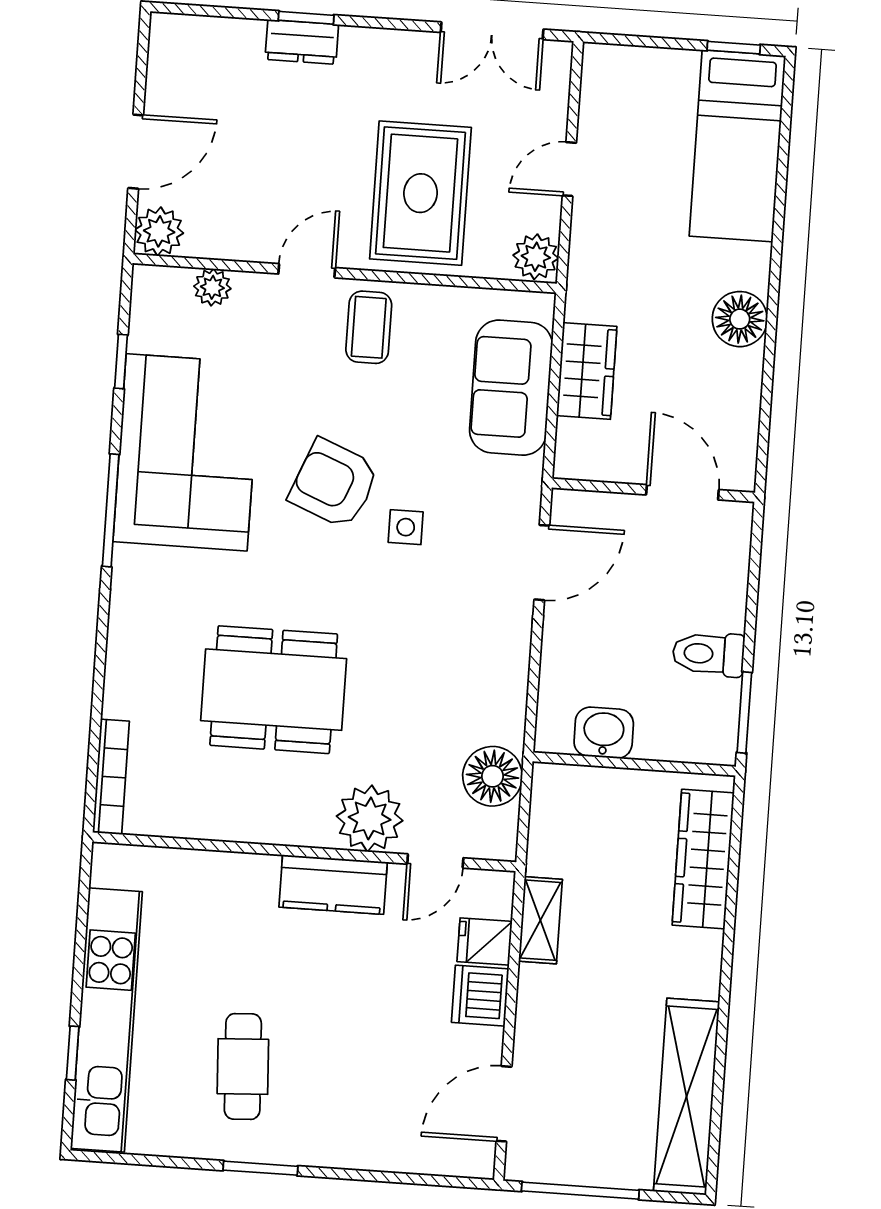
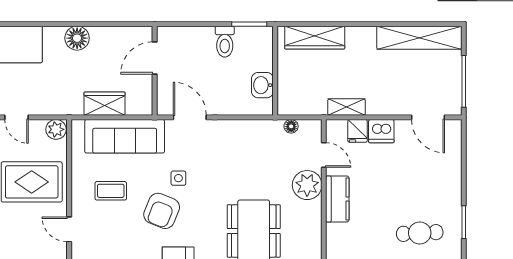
coffee table: (369, 327) -> (111, 191), moved
sofa: (511, 388) -> (125, 136), width x1.36
floor lamp: (493, 776) -> (291, 126), width x0.53, depth x0.53

